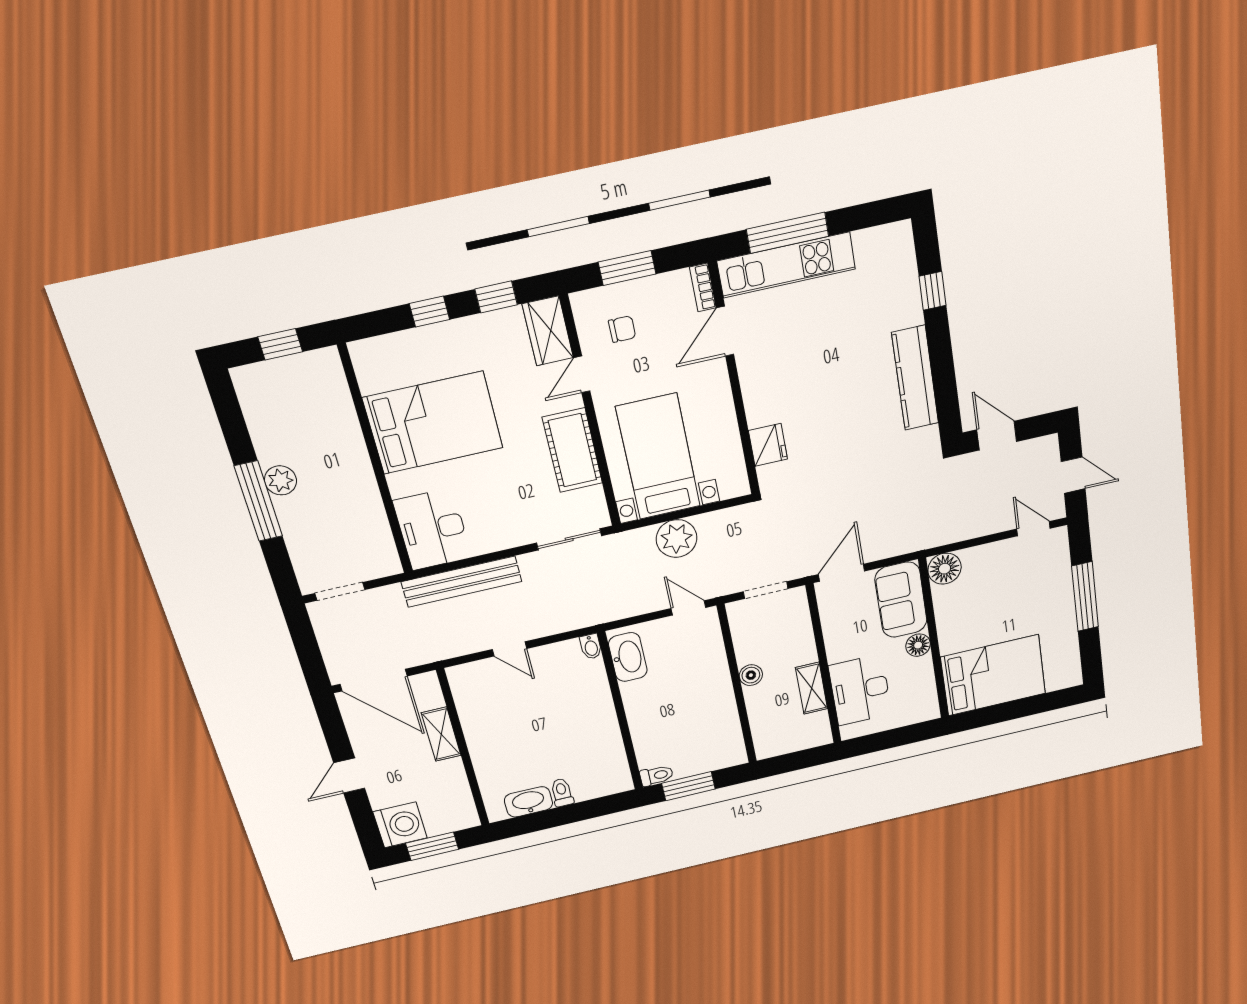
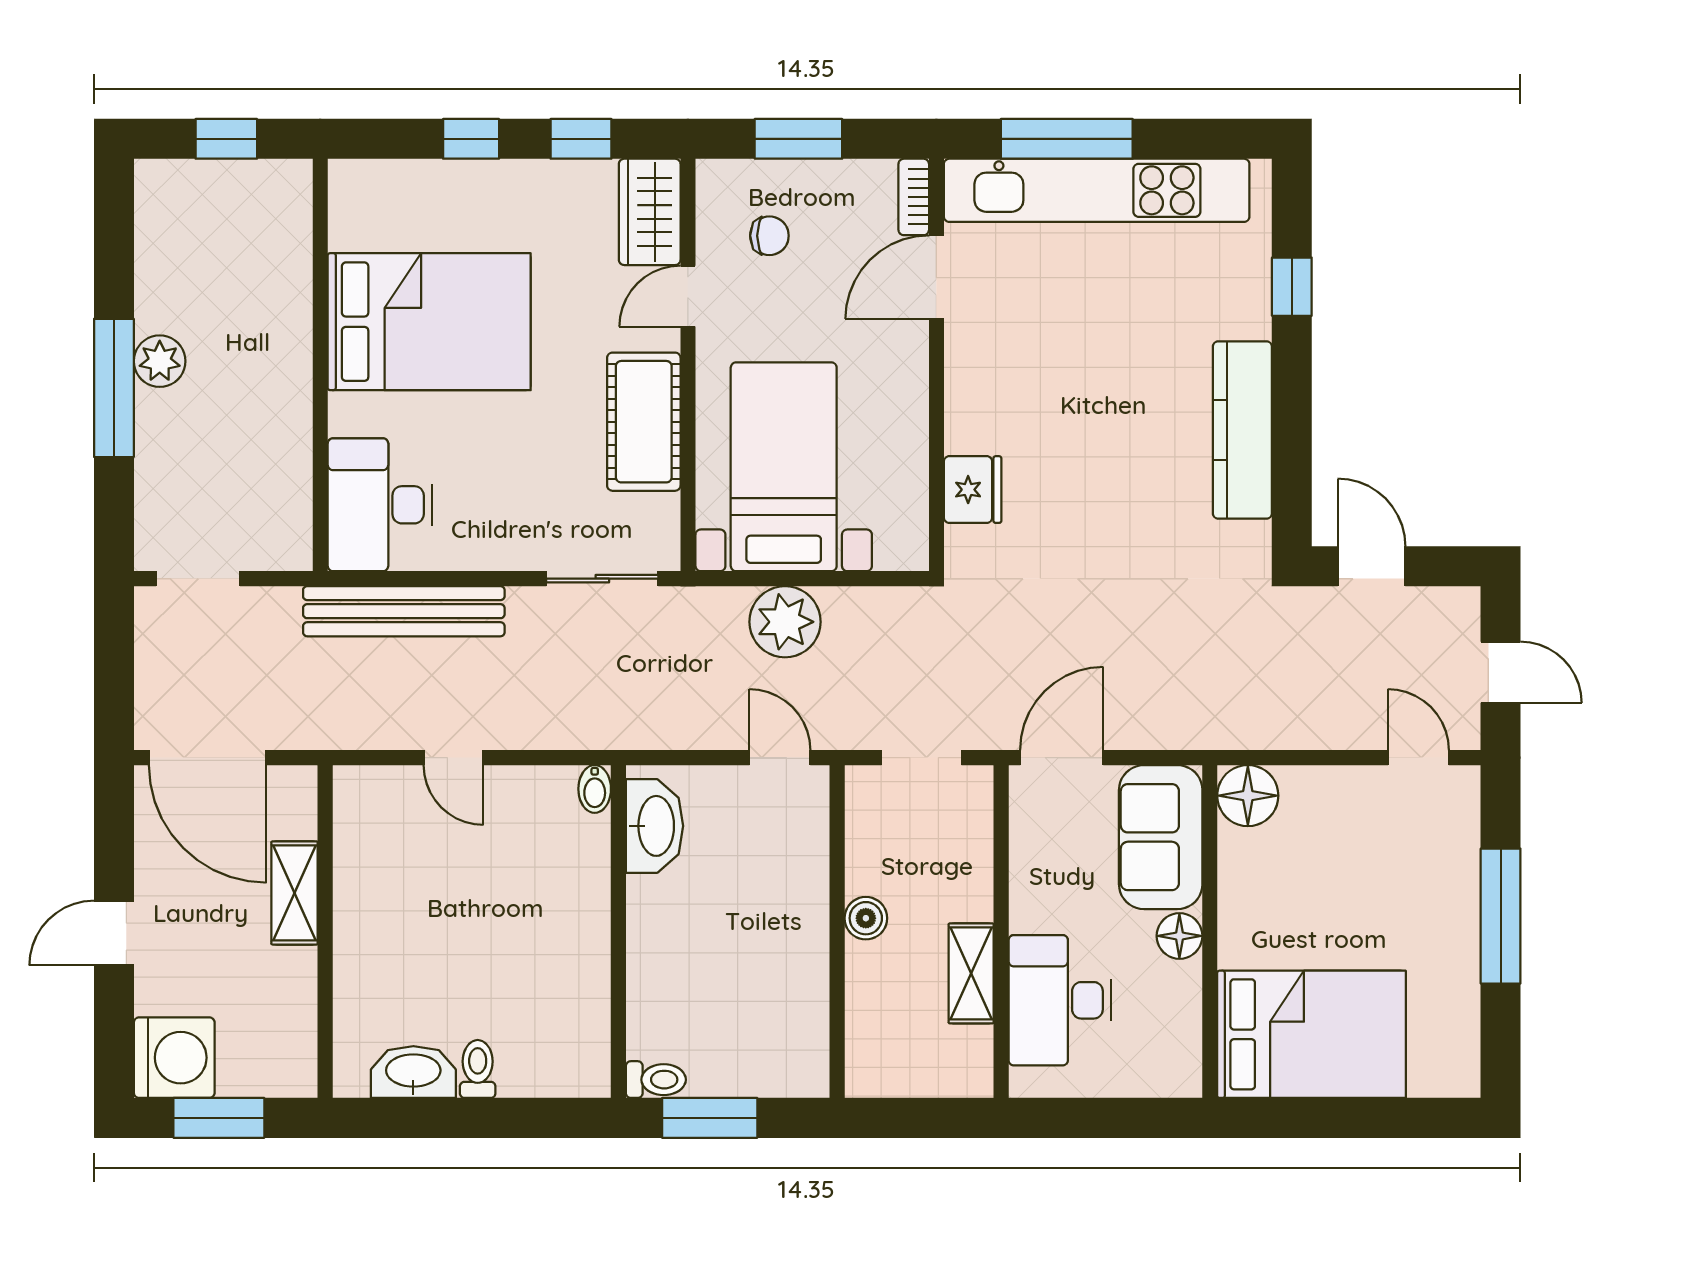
kitchen unit: (786, 265) -> (1097, 190), width x1.36

